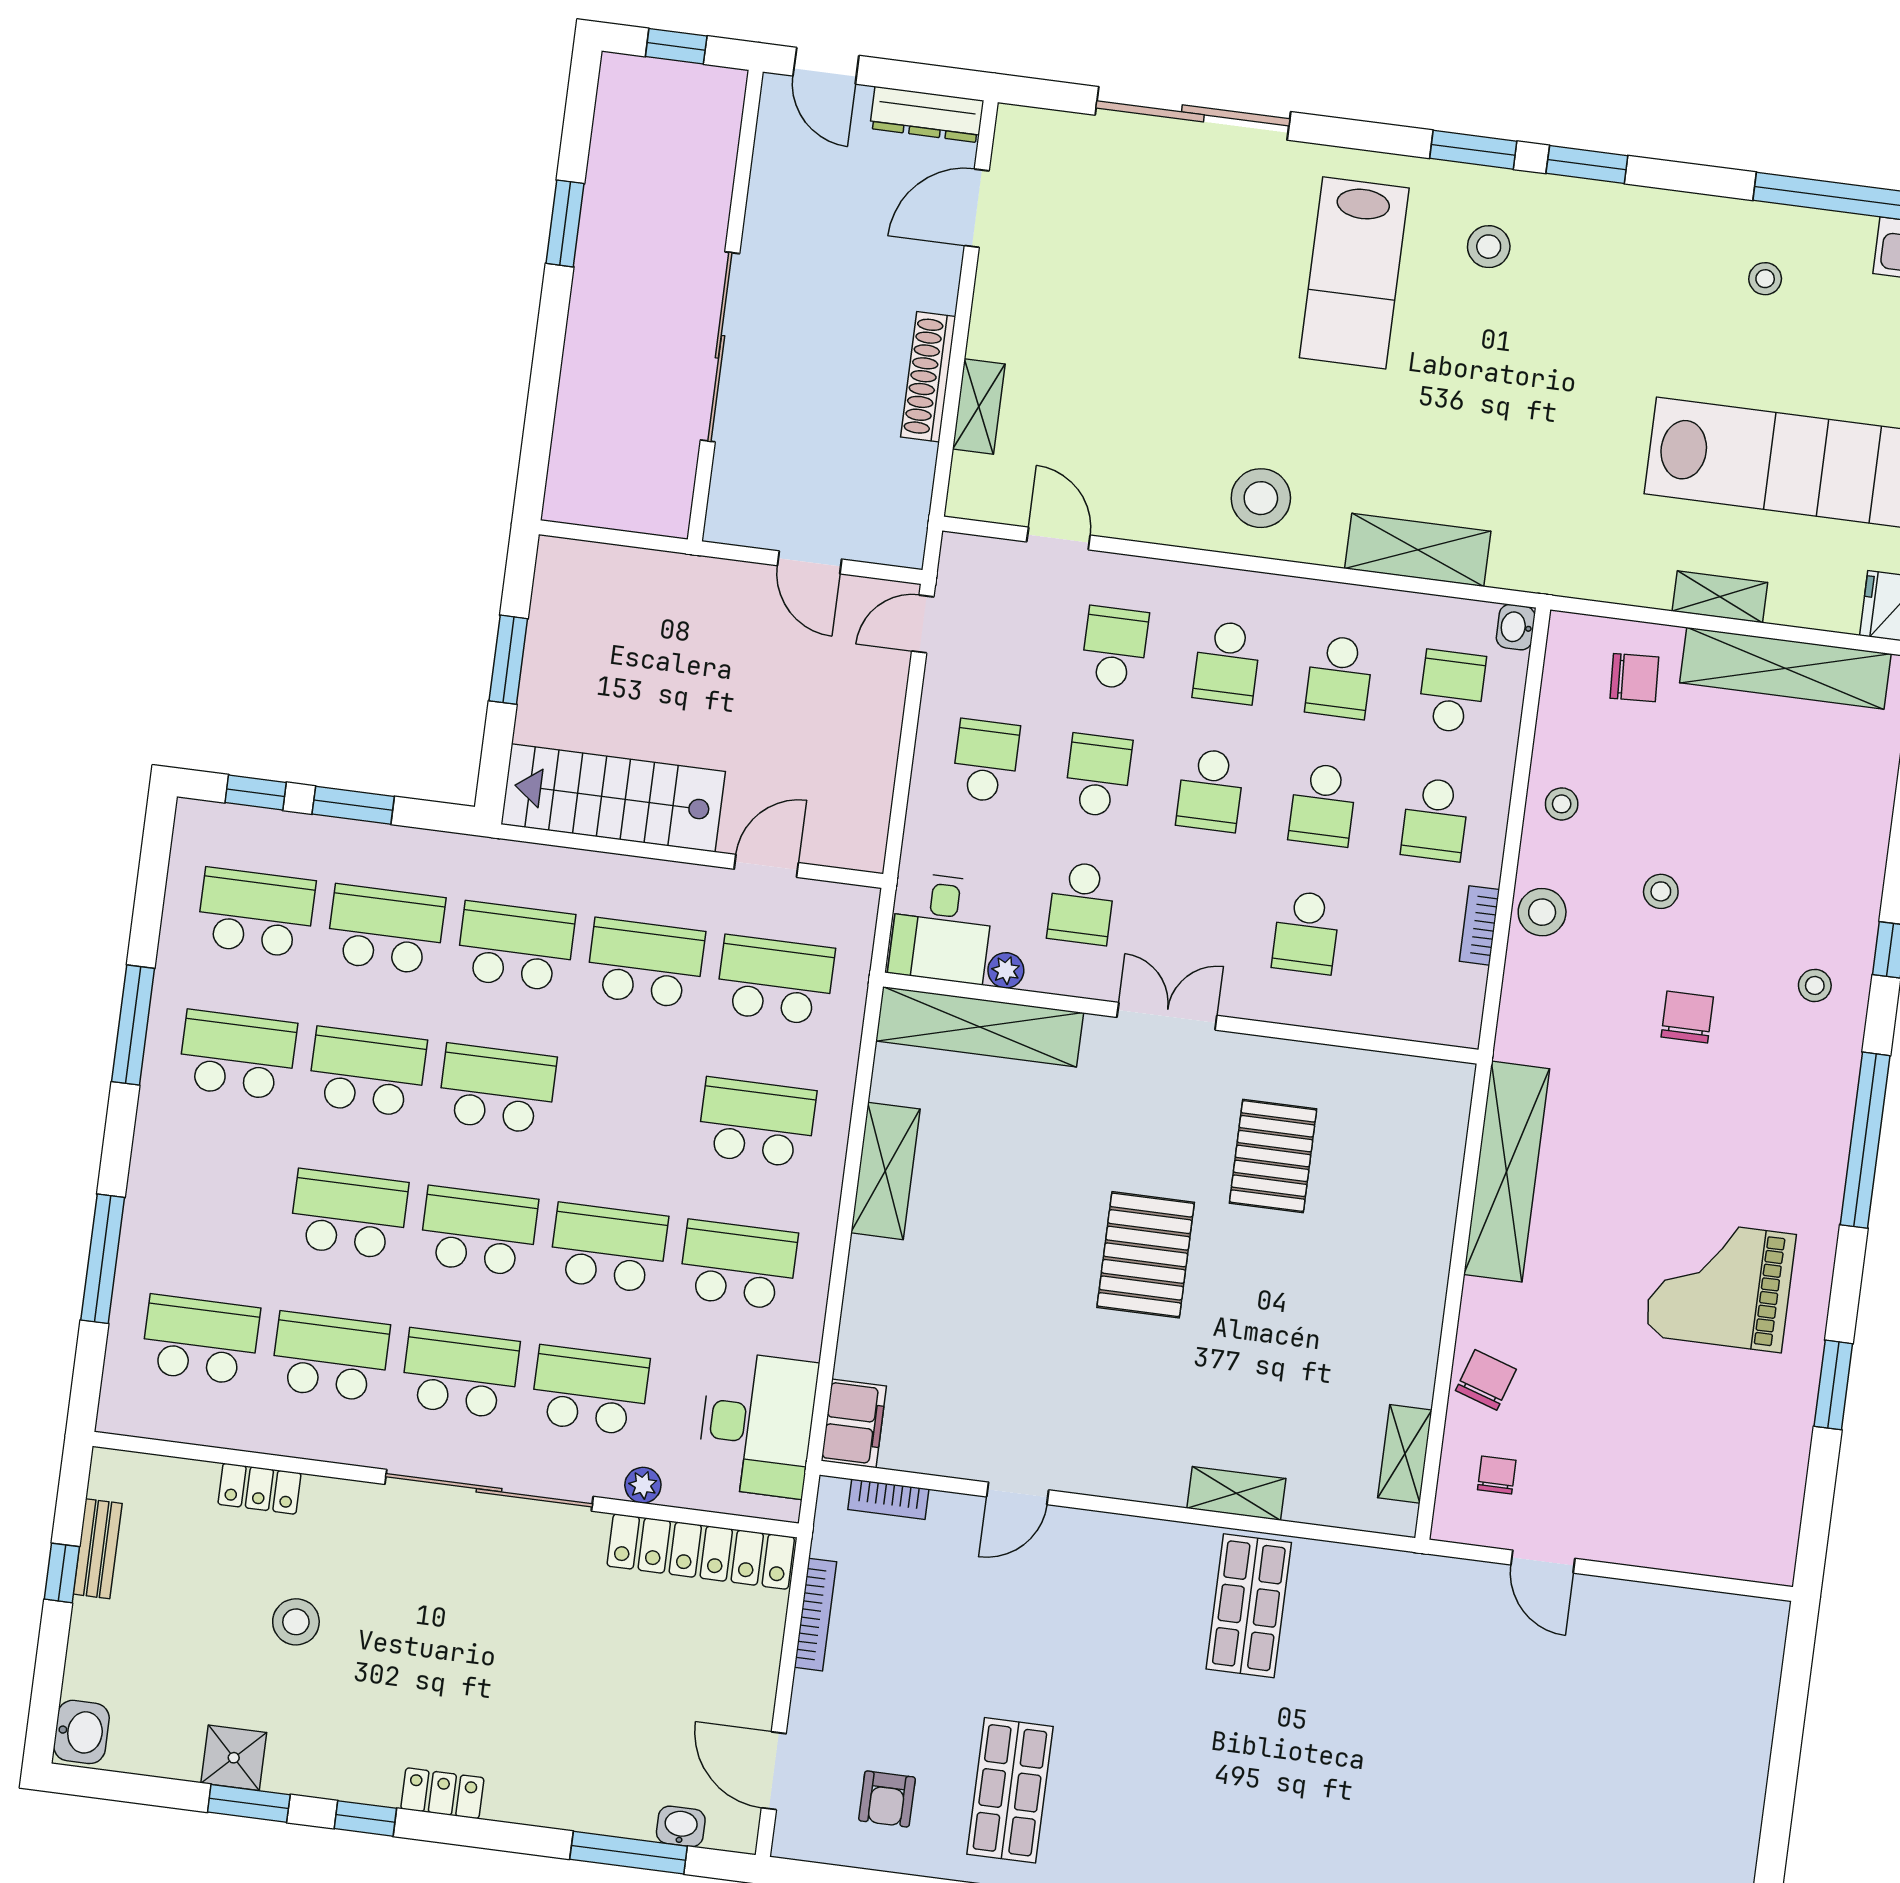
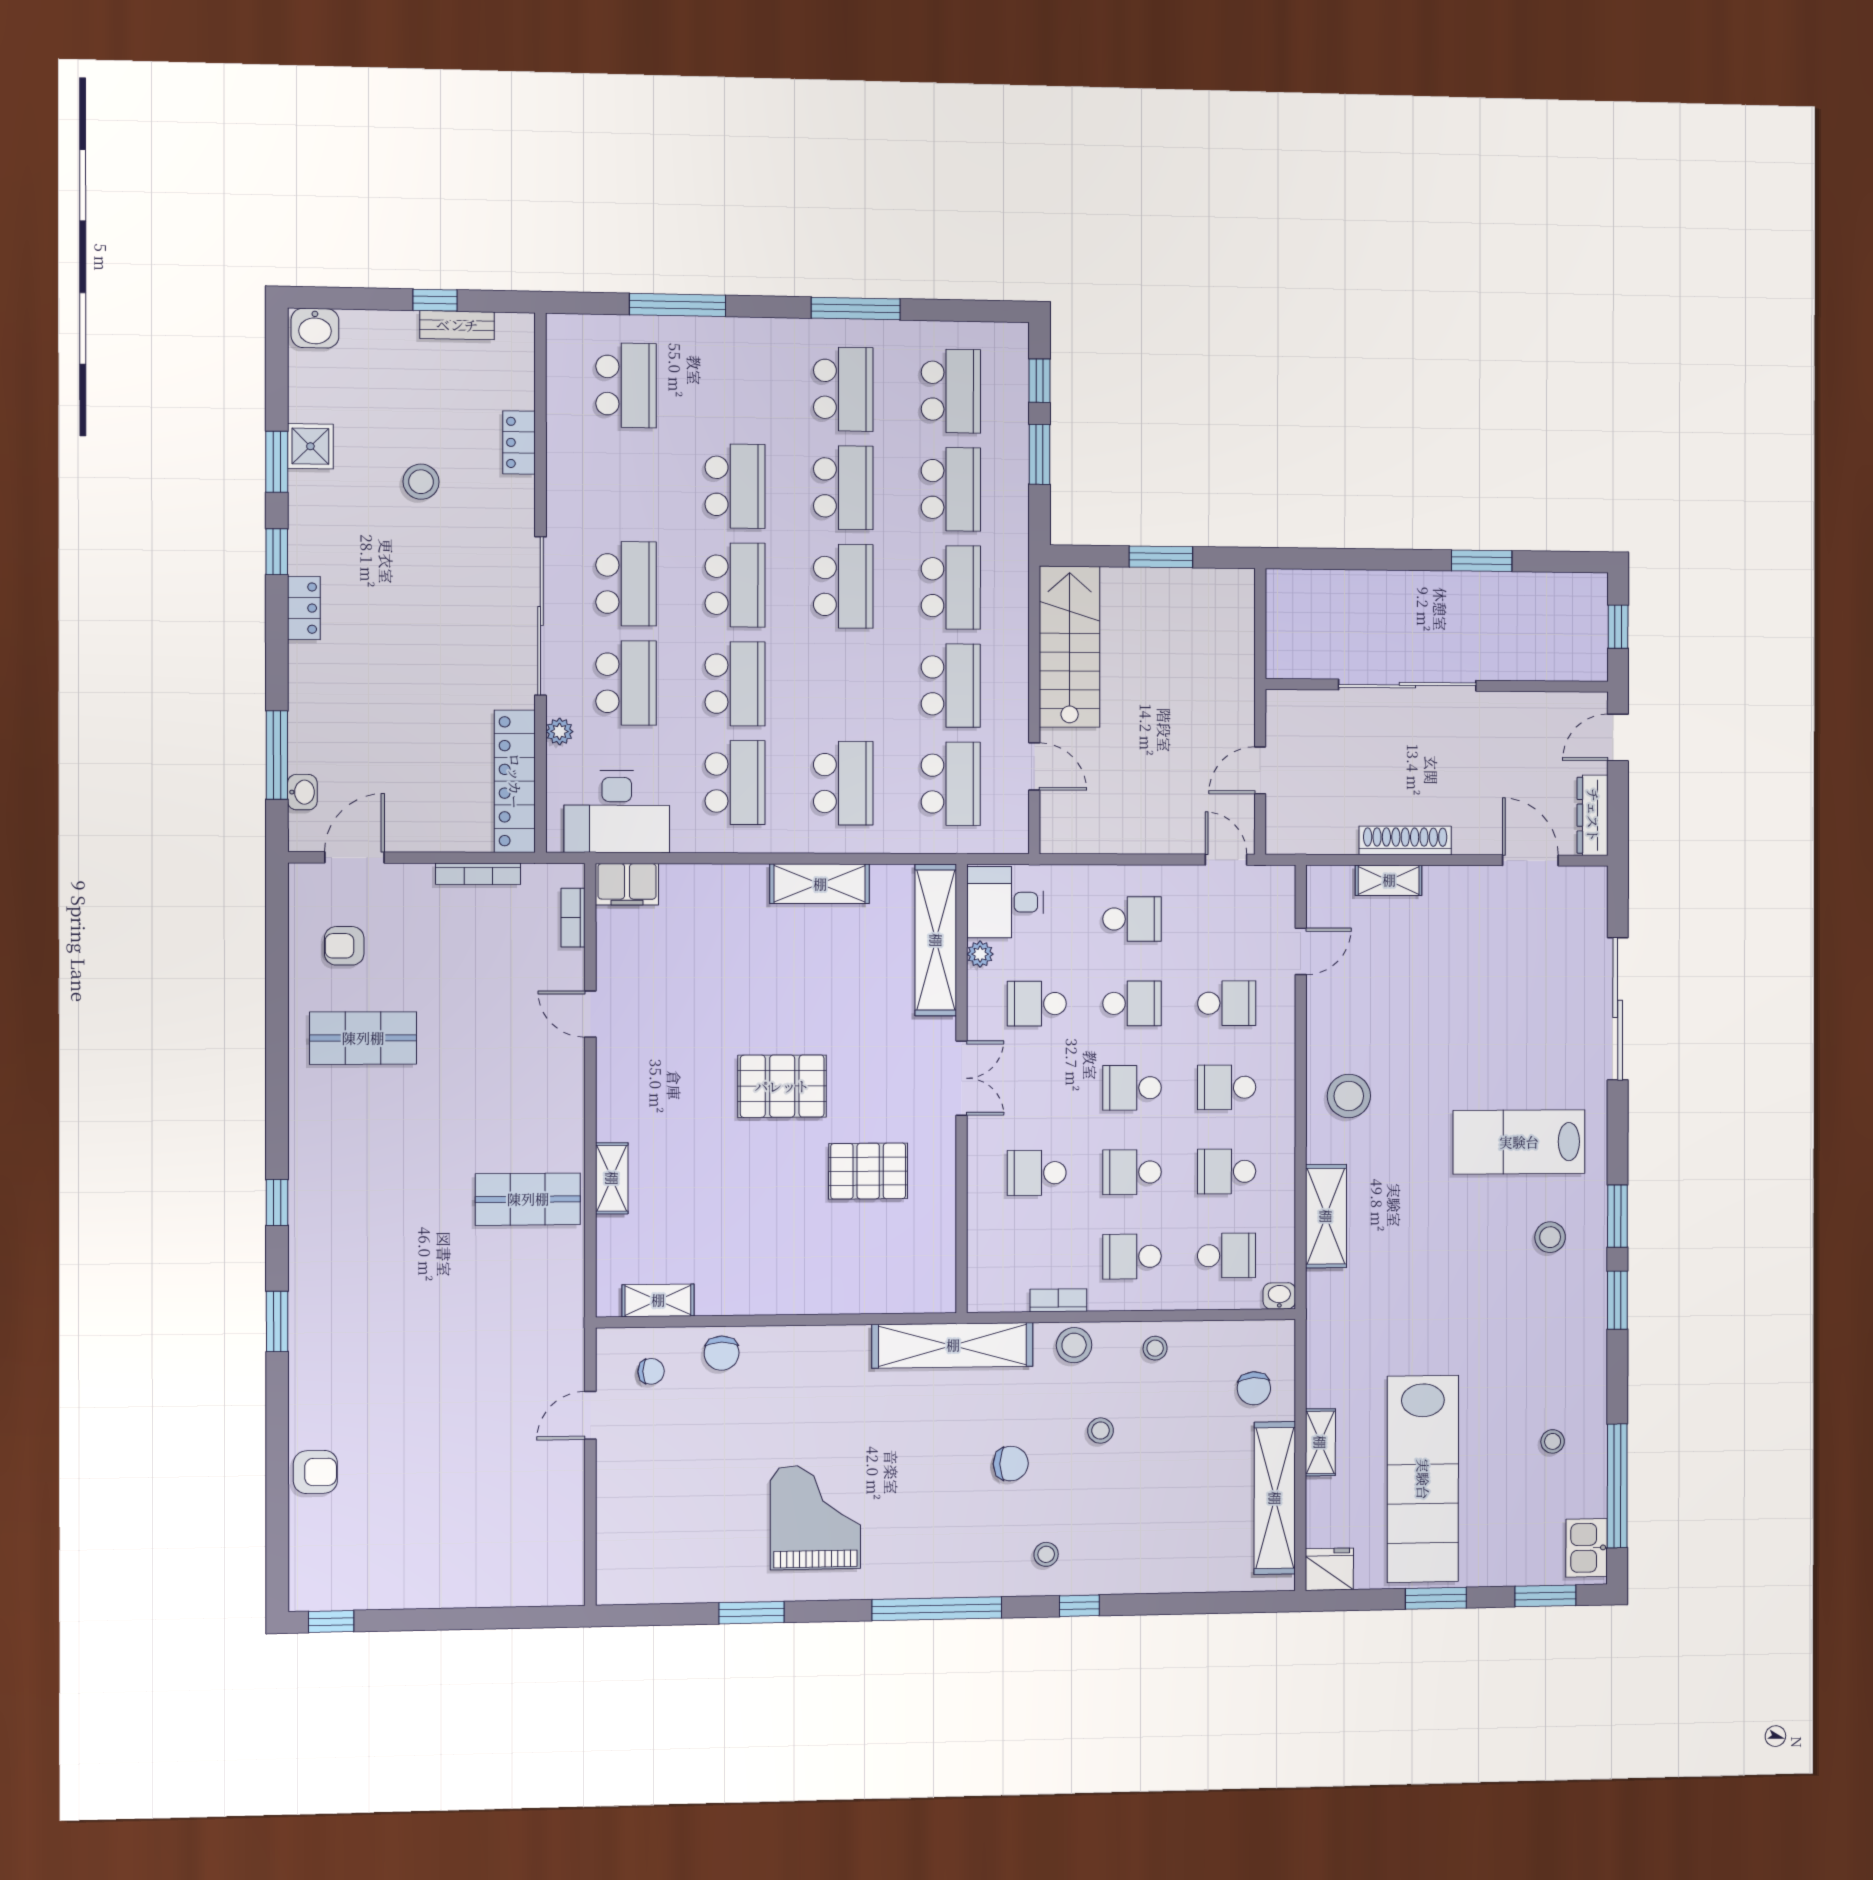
shelving: (1507, 1172) -> (953, 1345), moved
school desk: (330, 1357) -> (626, 485), removed
chair: (1486, 1380) -> (722, 1353), turned 72

